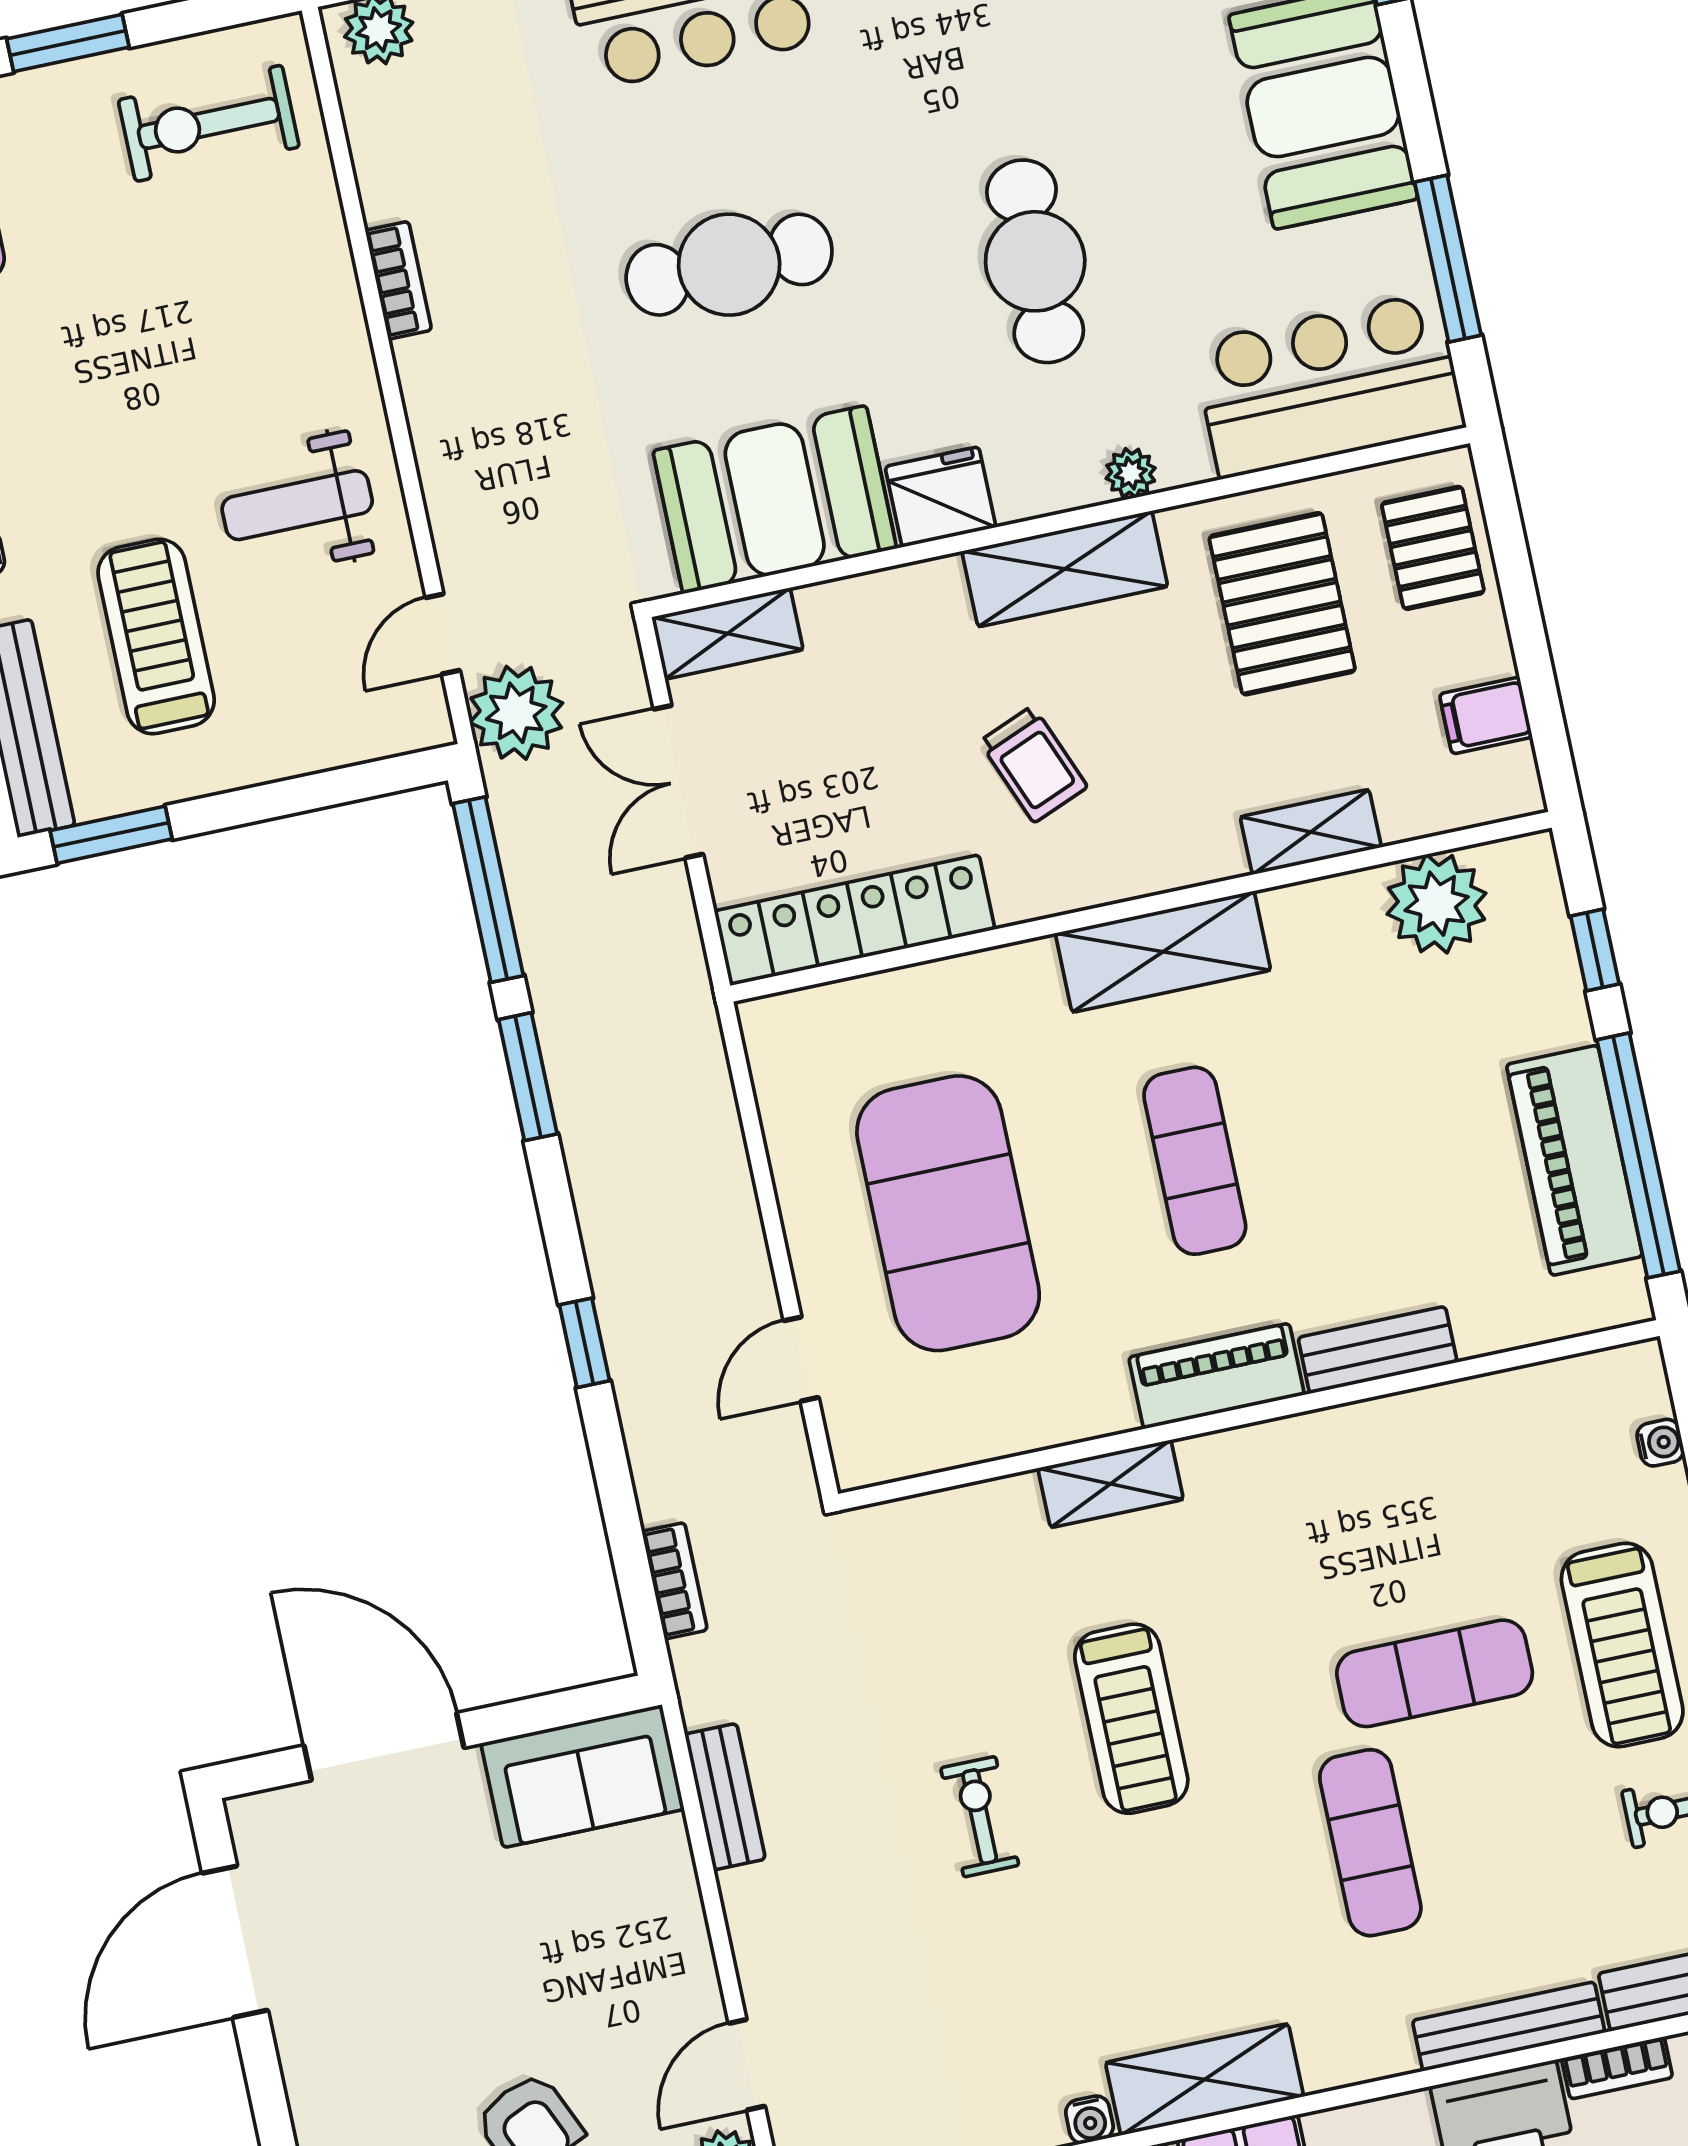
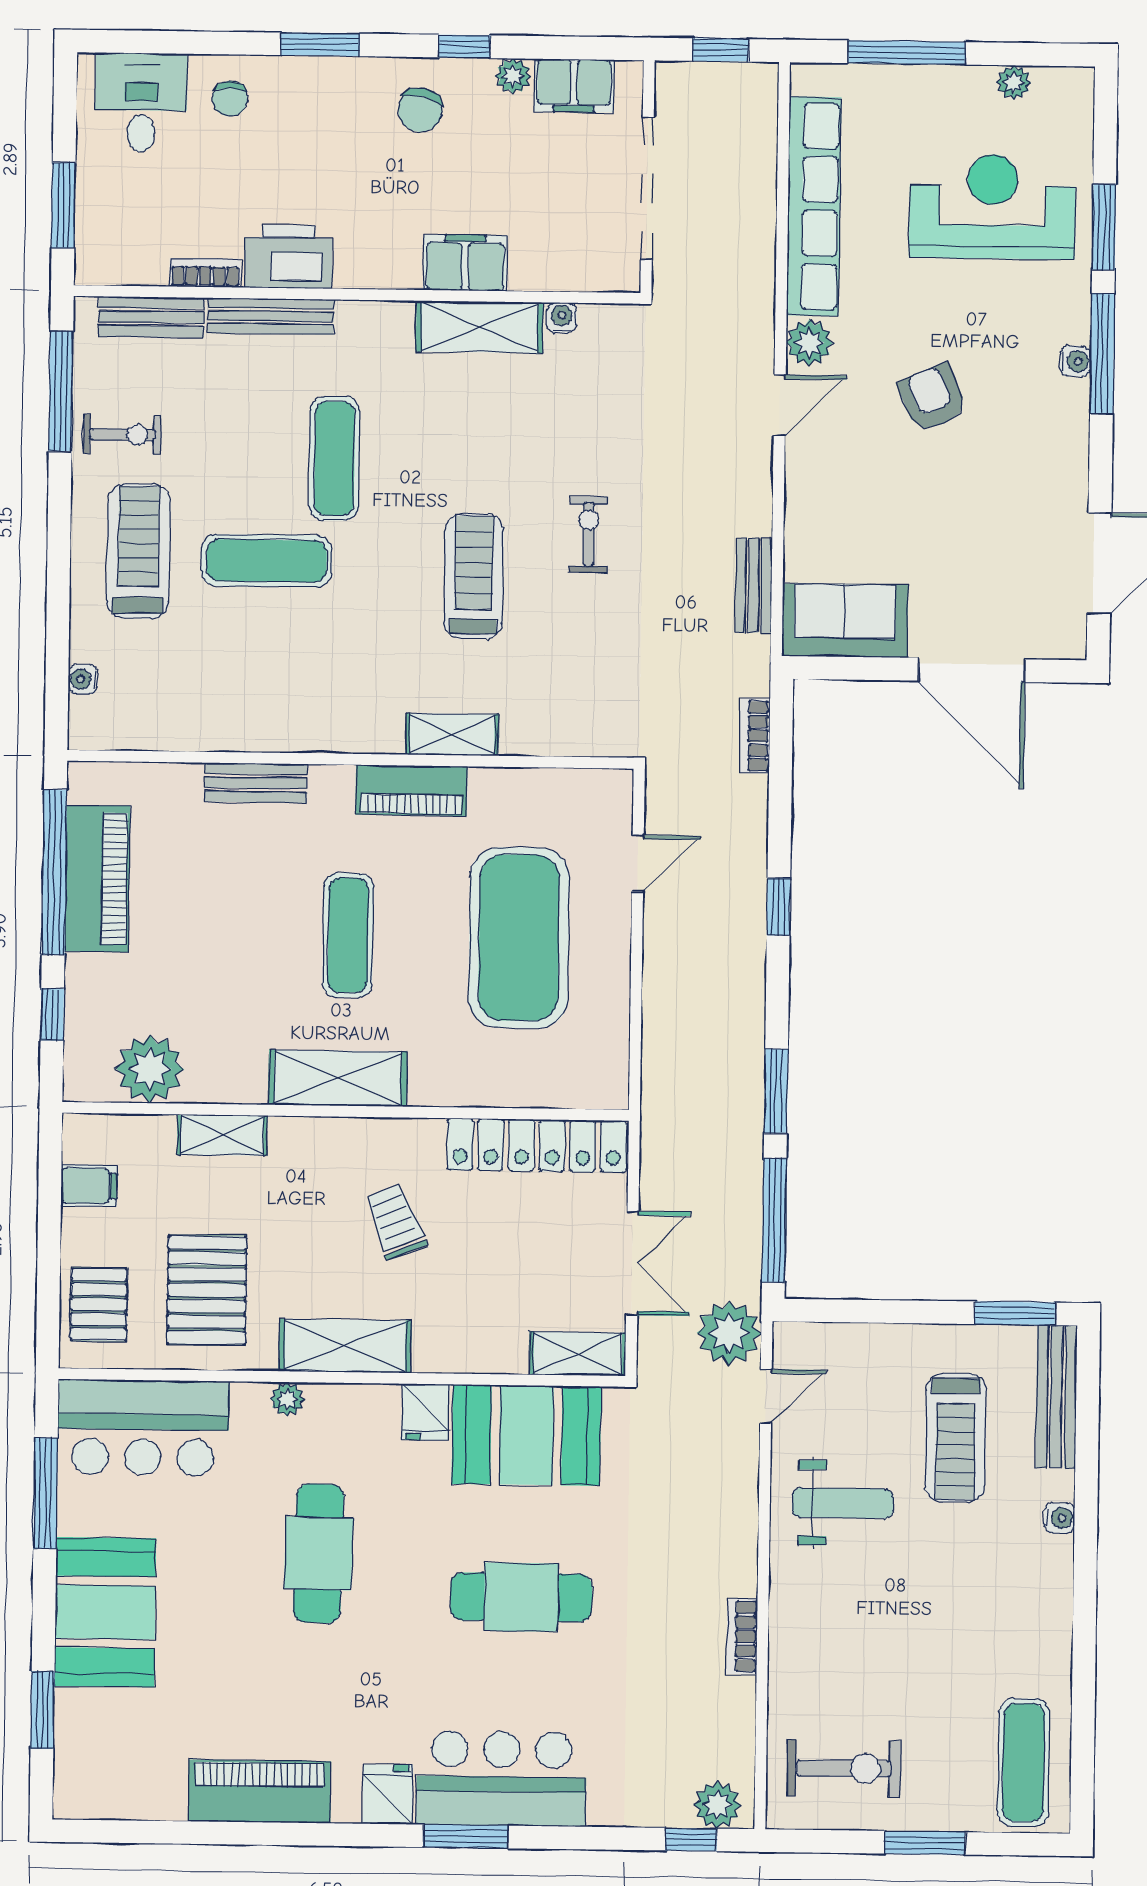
fridge: (940, 497) -> (426, 1412), width x0.72
piano: (1216, 1376) -> (411, 790), moved
exercise bike: (980, 1817) -> (589, 534), turned 180

